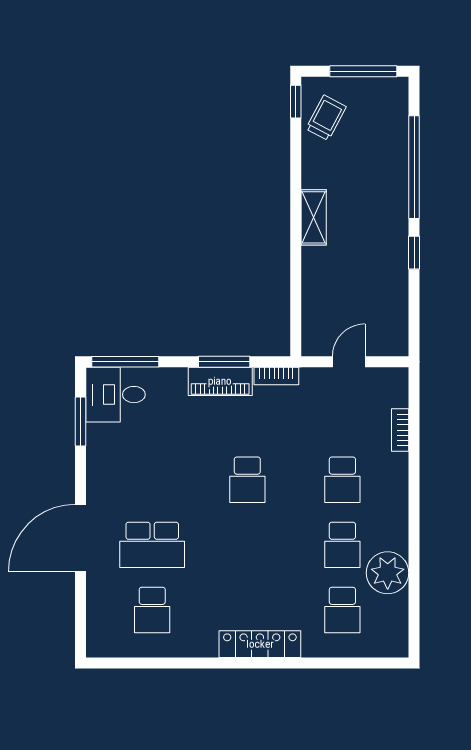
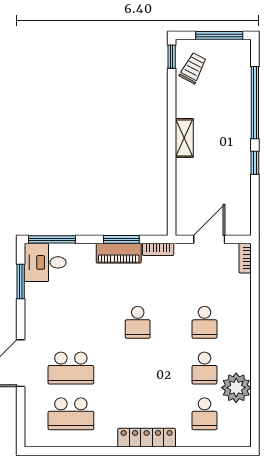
door: (349, 362) -> (209, 239), width x1.38
bookcase: (400, 430) -> (245, 258), moved
school desk: (152, 610) -> (71, 414), width x1.85

